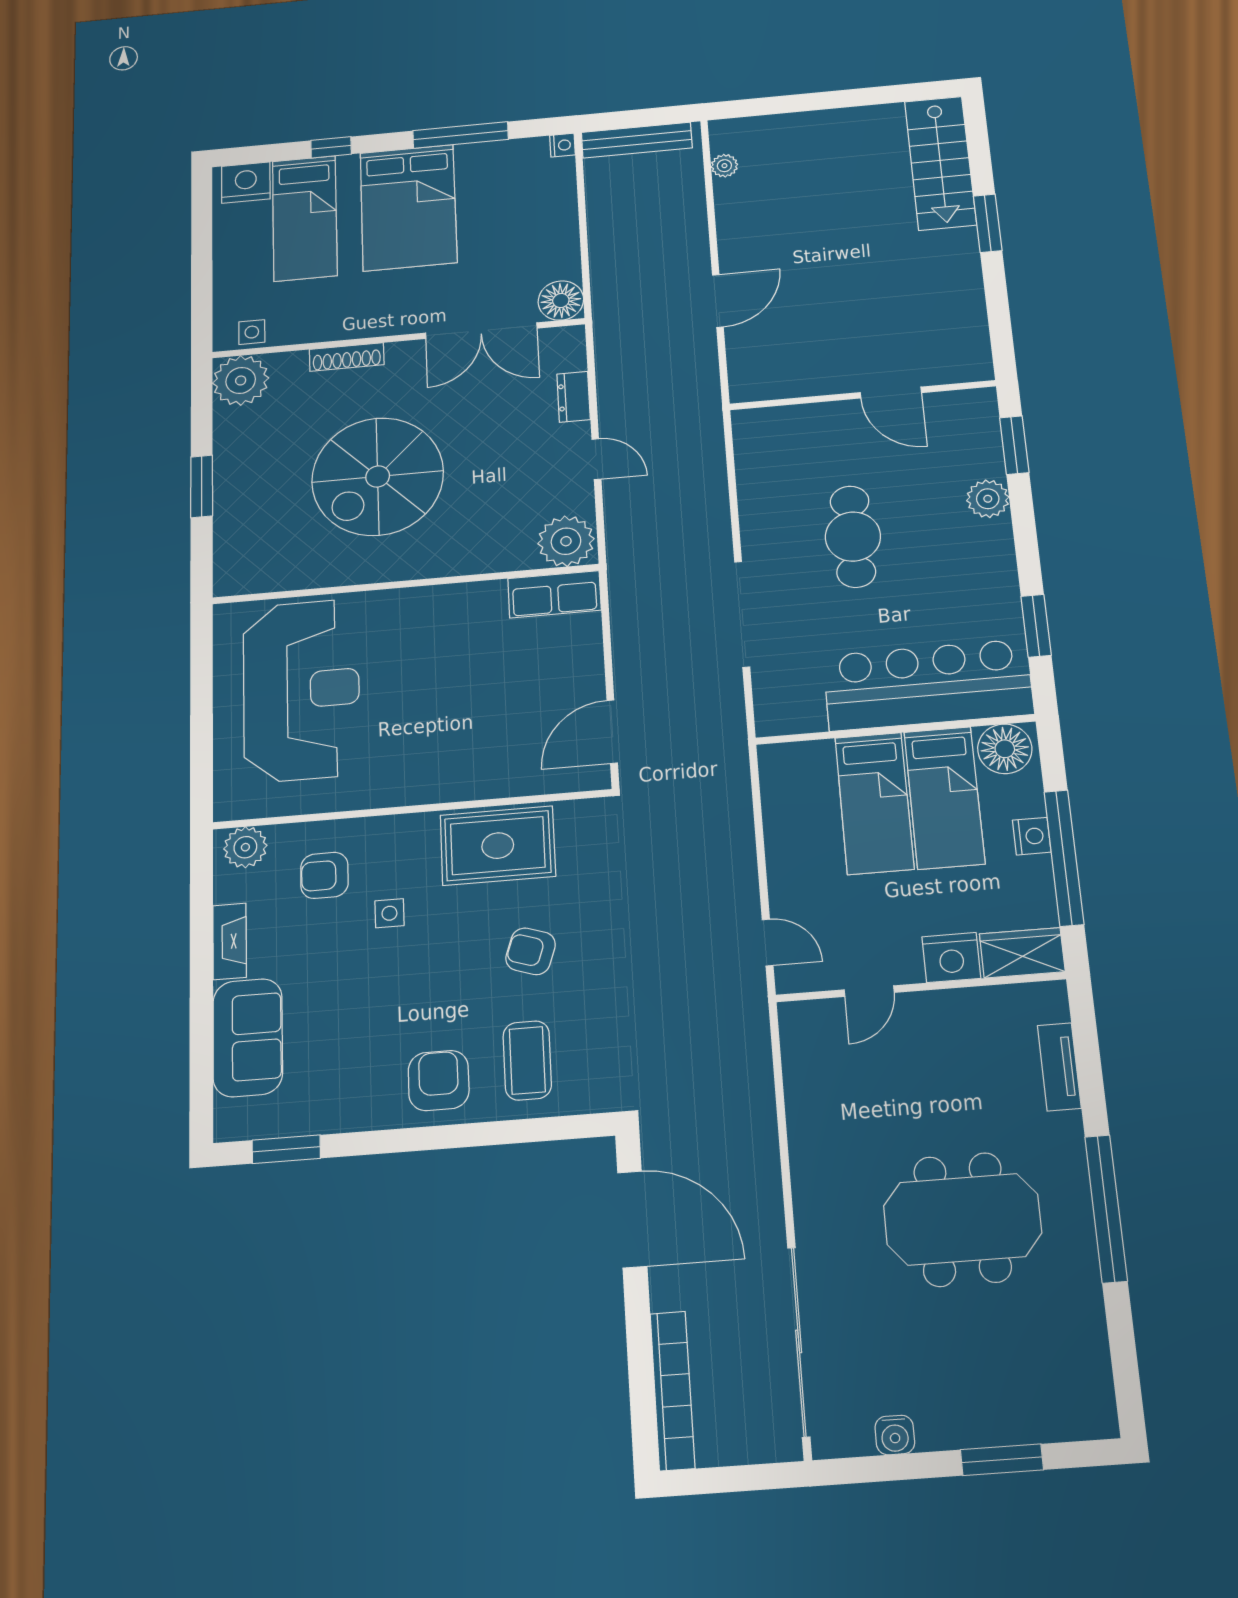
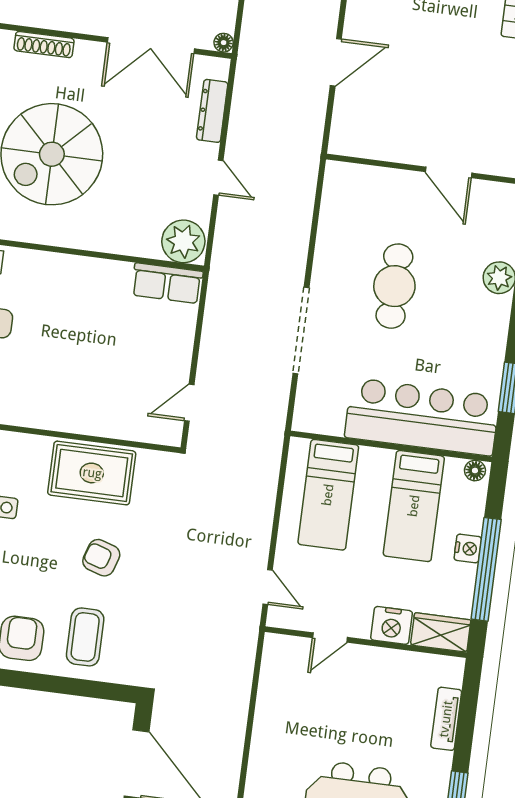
floor lamp: (561, 301) -> (224, 43), width x0.53, depth x0.53
dresser: (574, 397) -> (212, 111), width x1.44
door: (612, 732) -> (189, 403), width x0.73
floor lamp: (1005, 749) -> (475, 471), width x0.53, depth x0.53
bed: (874, 803) -> (328, 495), moved

